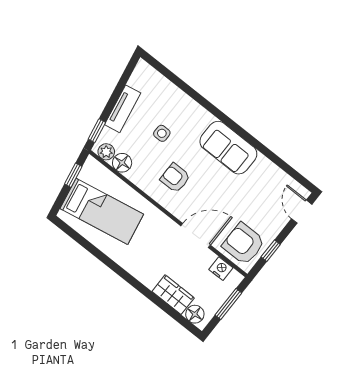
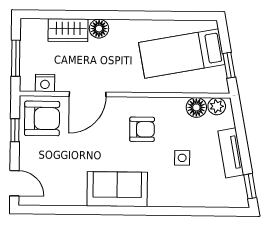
window: (97, 131) -> (250, 186), moved
floor lamp: (195, 314) -> (99, 29), moved

